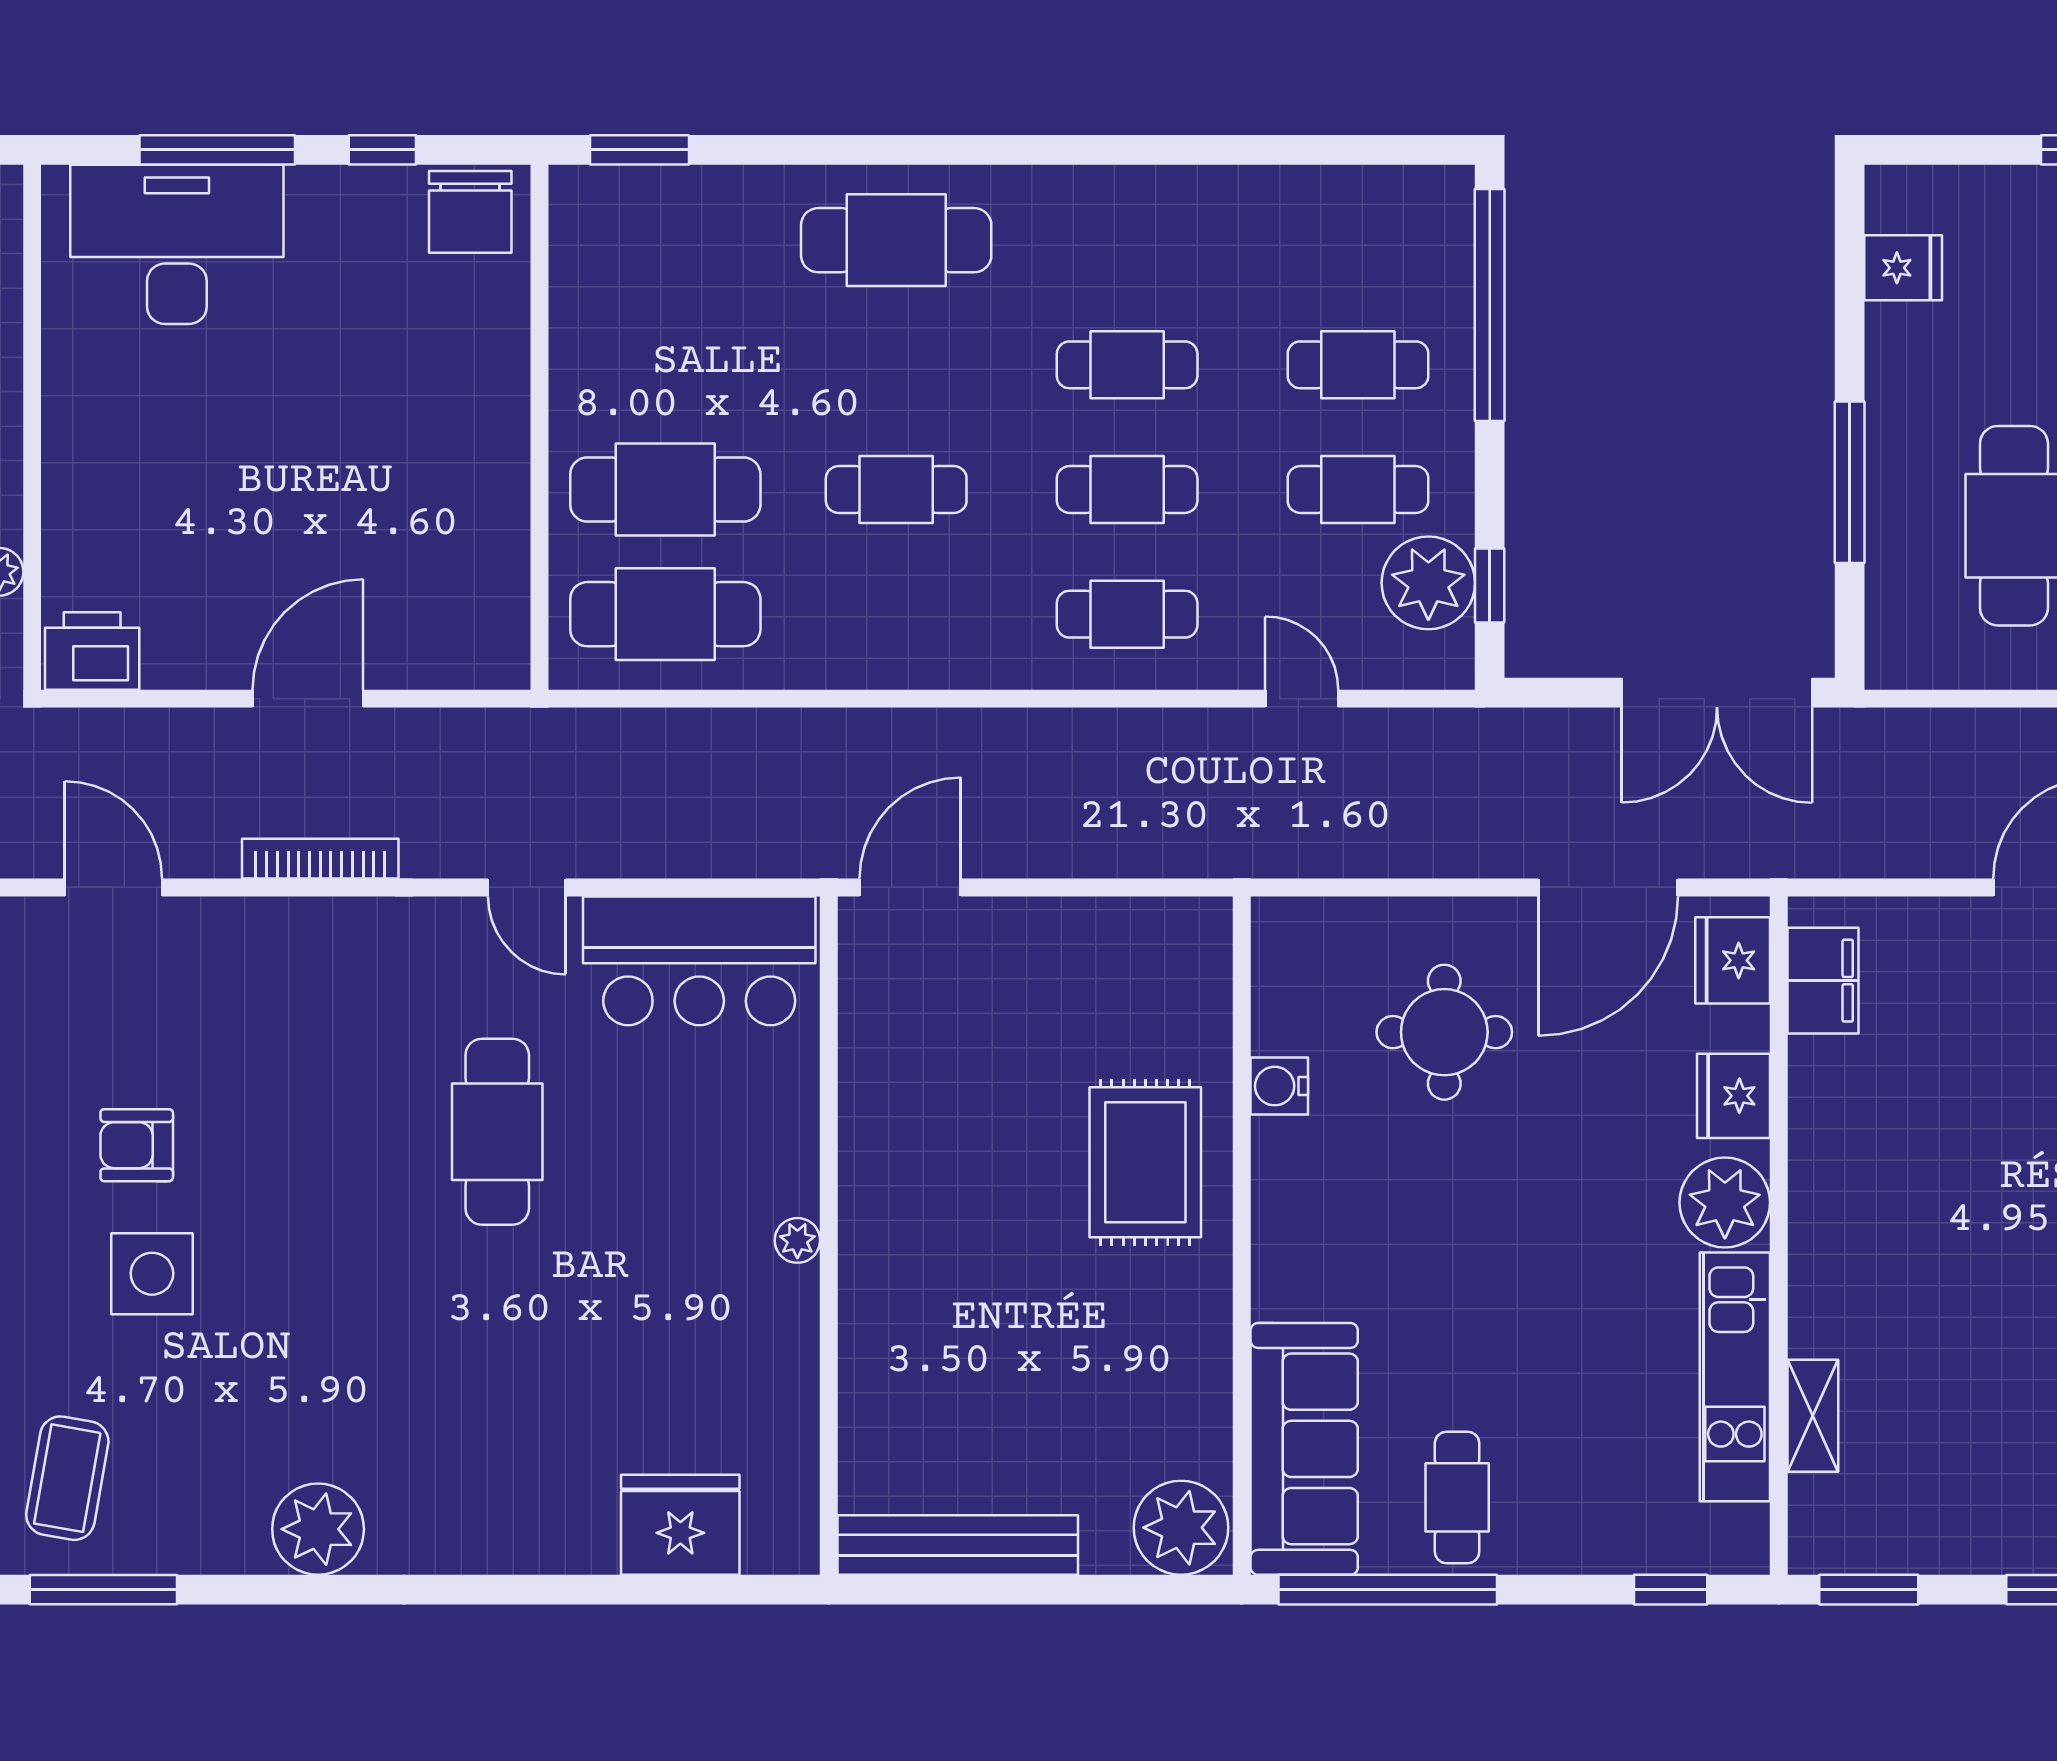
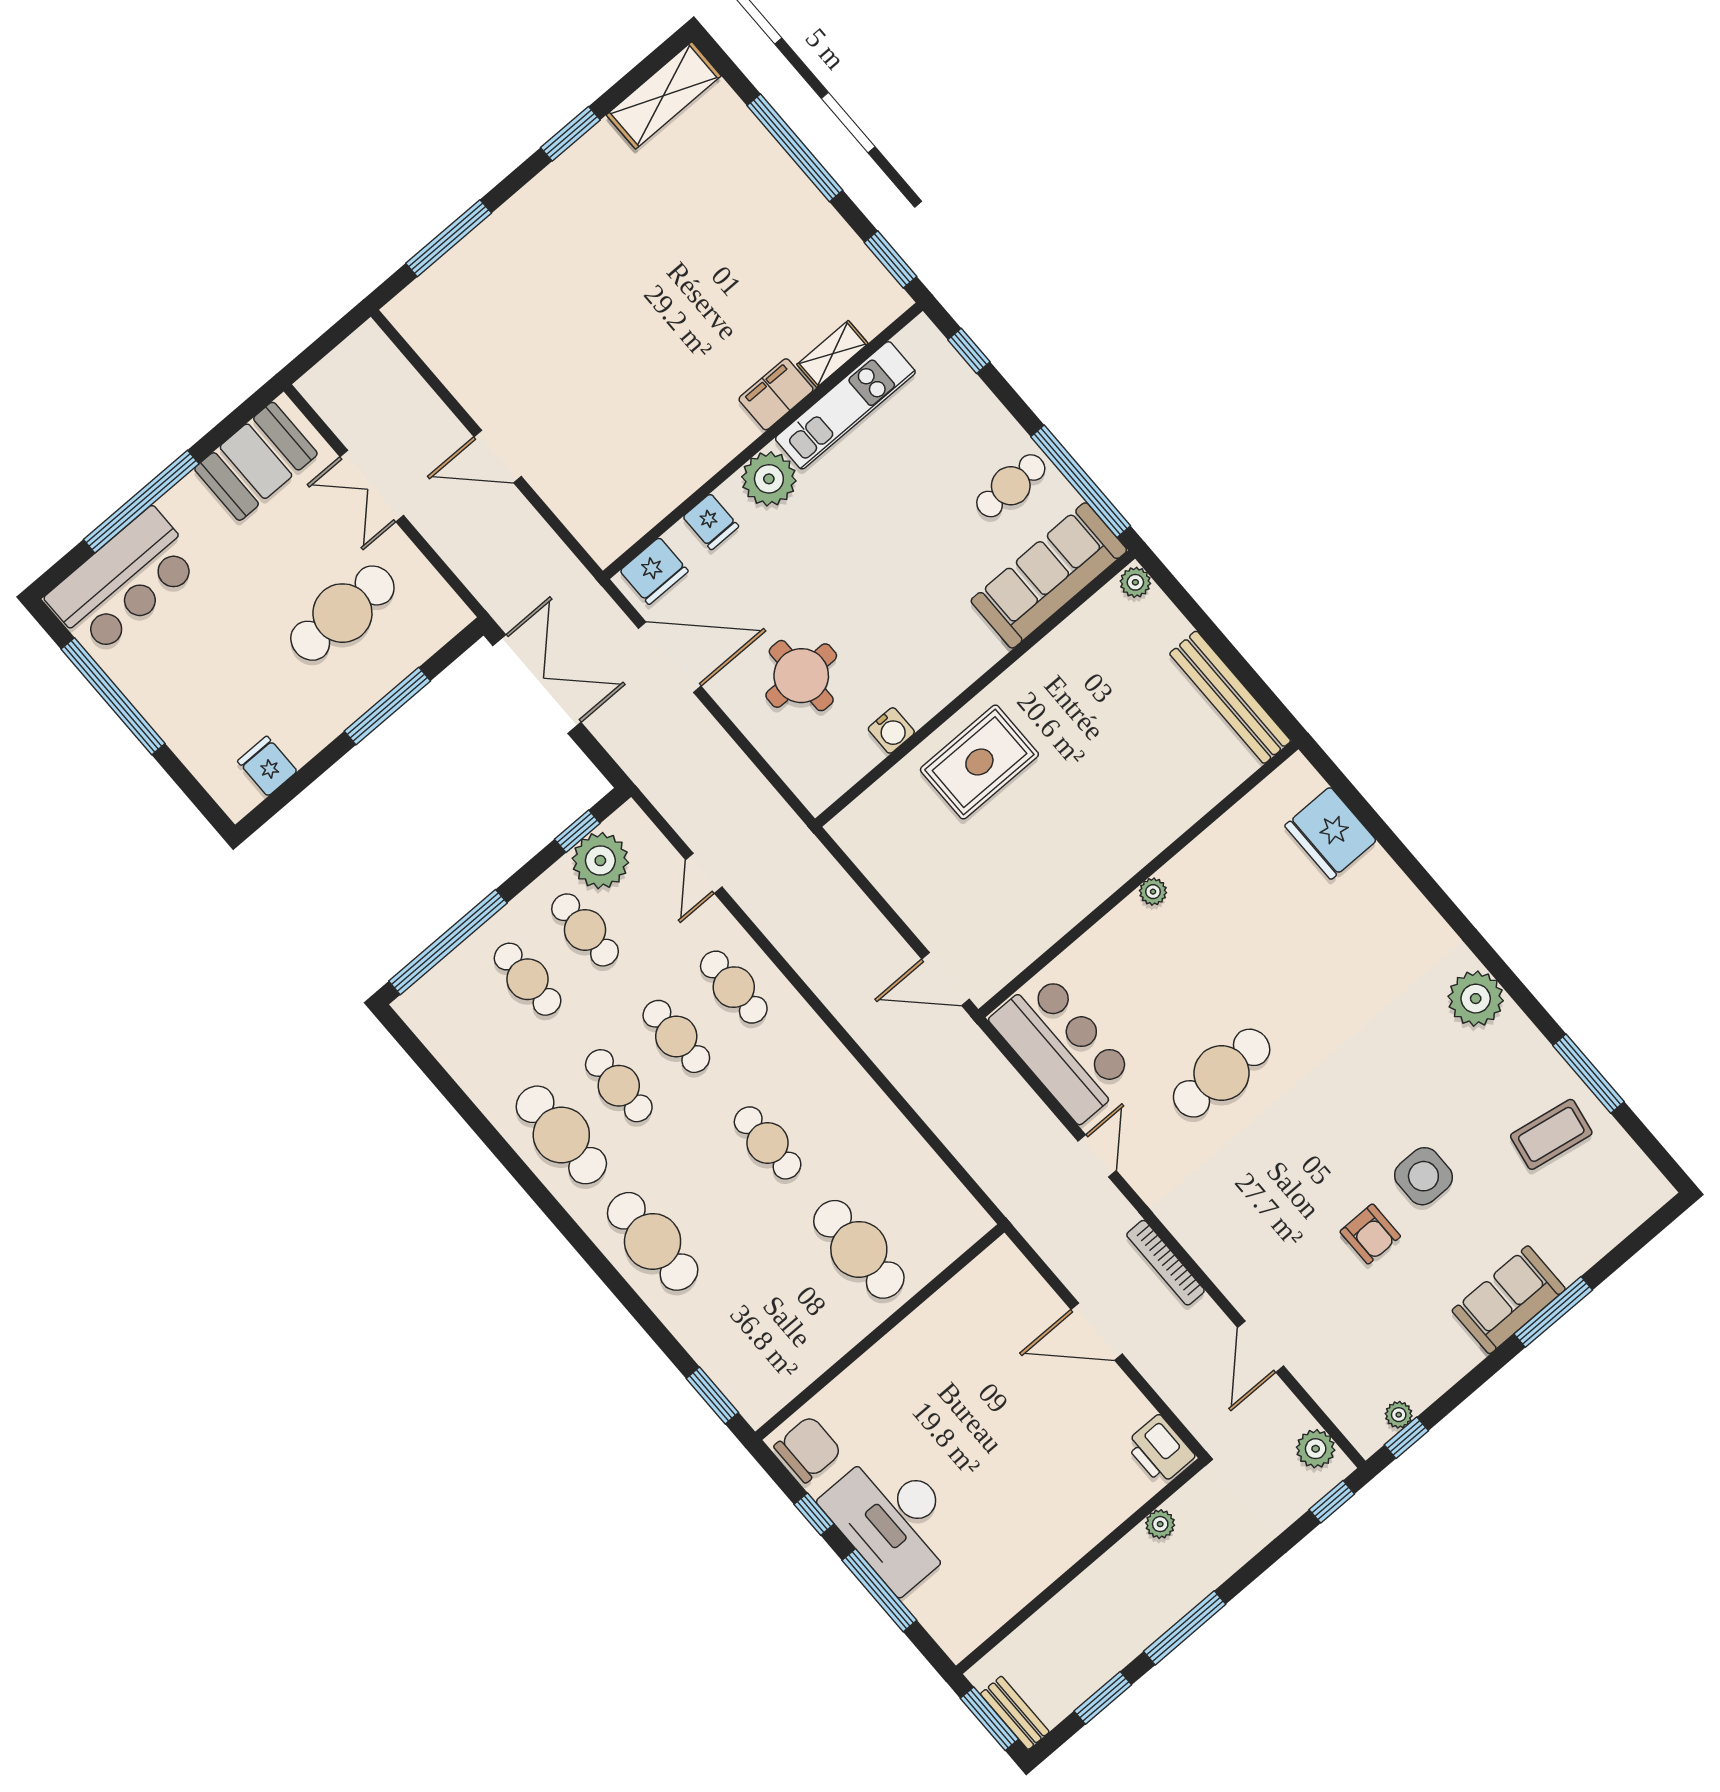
desk: (177, 244) -> (894, 1519), moved
cafe table: (665, 614) -> (561, 1135), moved
filing cabinet: (1823, 981) -> (776, 394), moved
fridge: (1734, 1096) -> (711, 522), width x0.72
plant: (1181, 1528) -> (1135, 582), width x0.53, depth x0.53

